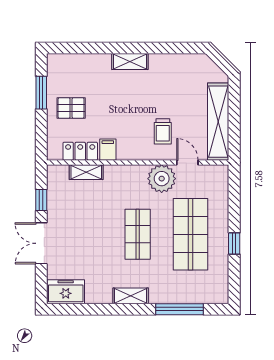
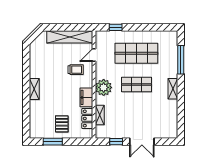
filing cabinet: (108, 150) -> (86, 97), width x2.00
plant: (162, 179) -> (104, 87), moved
window: (234, 244) -> (116, 27), moved
freezer: (66, 292) -> (170, 127), removed

